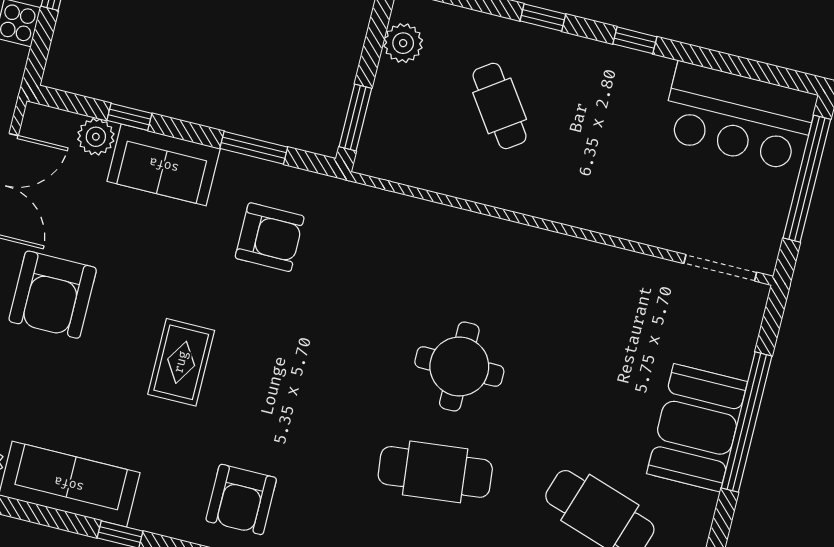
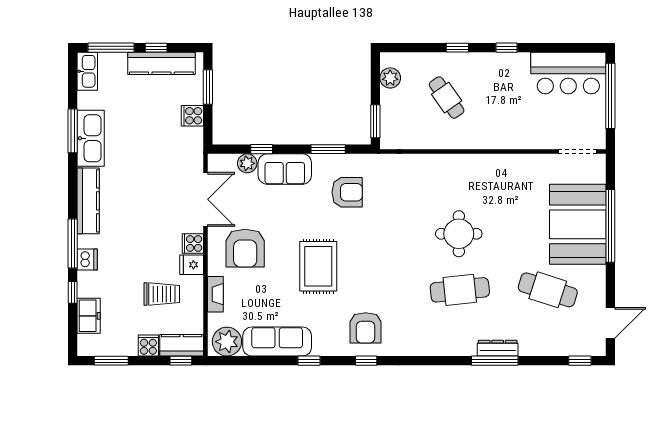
rug: (181, 362) -> (318, 266), width x1.36, depth x1.43
booth: (697, 428) -> (578, 224), width x1.36, depth x1.42

